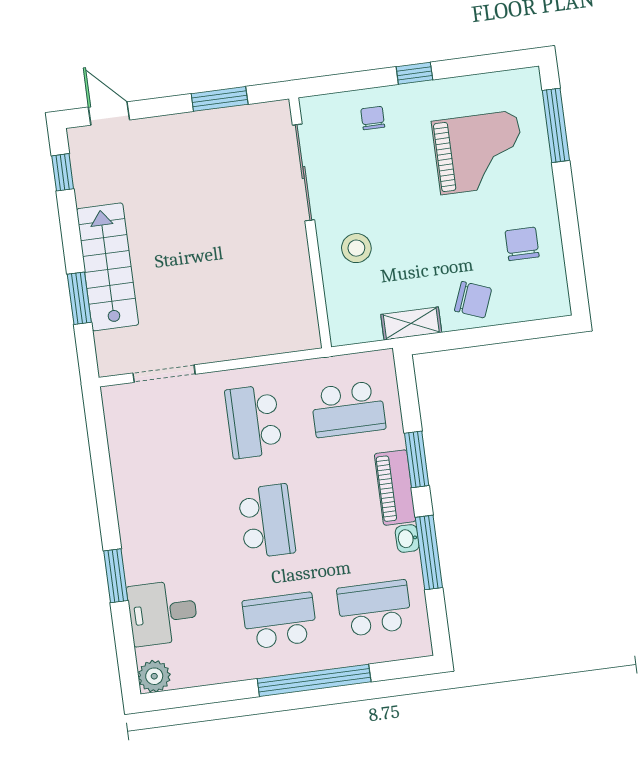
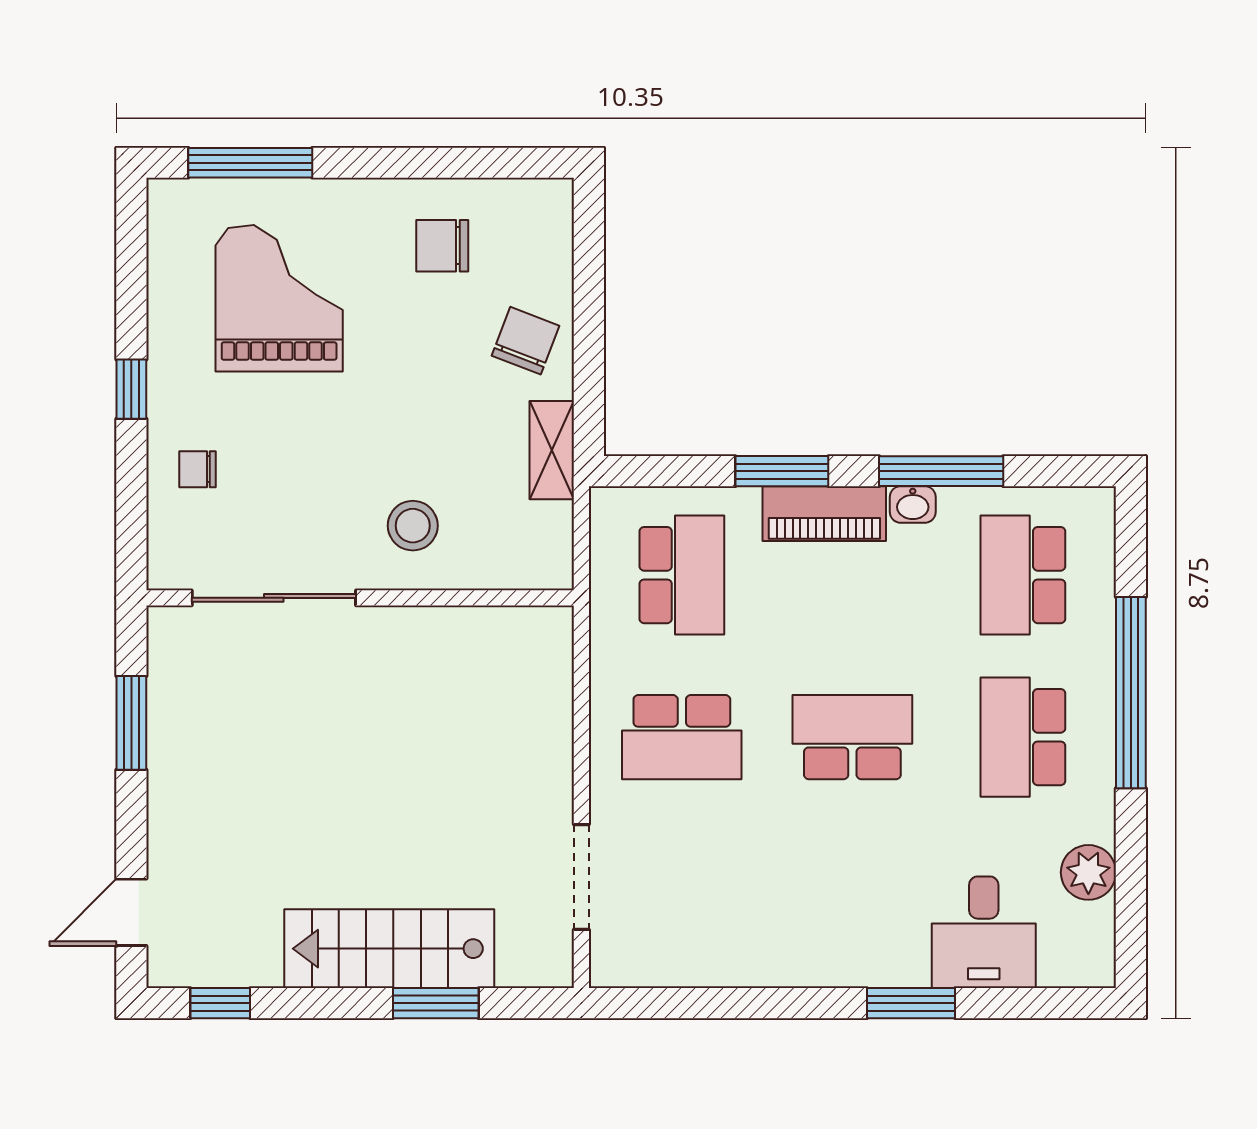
plant: (154, 676) -> (1088, 872), moved

